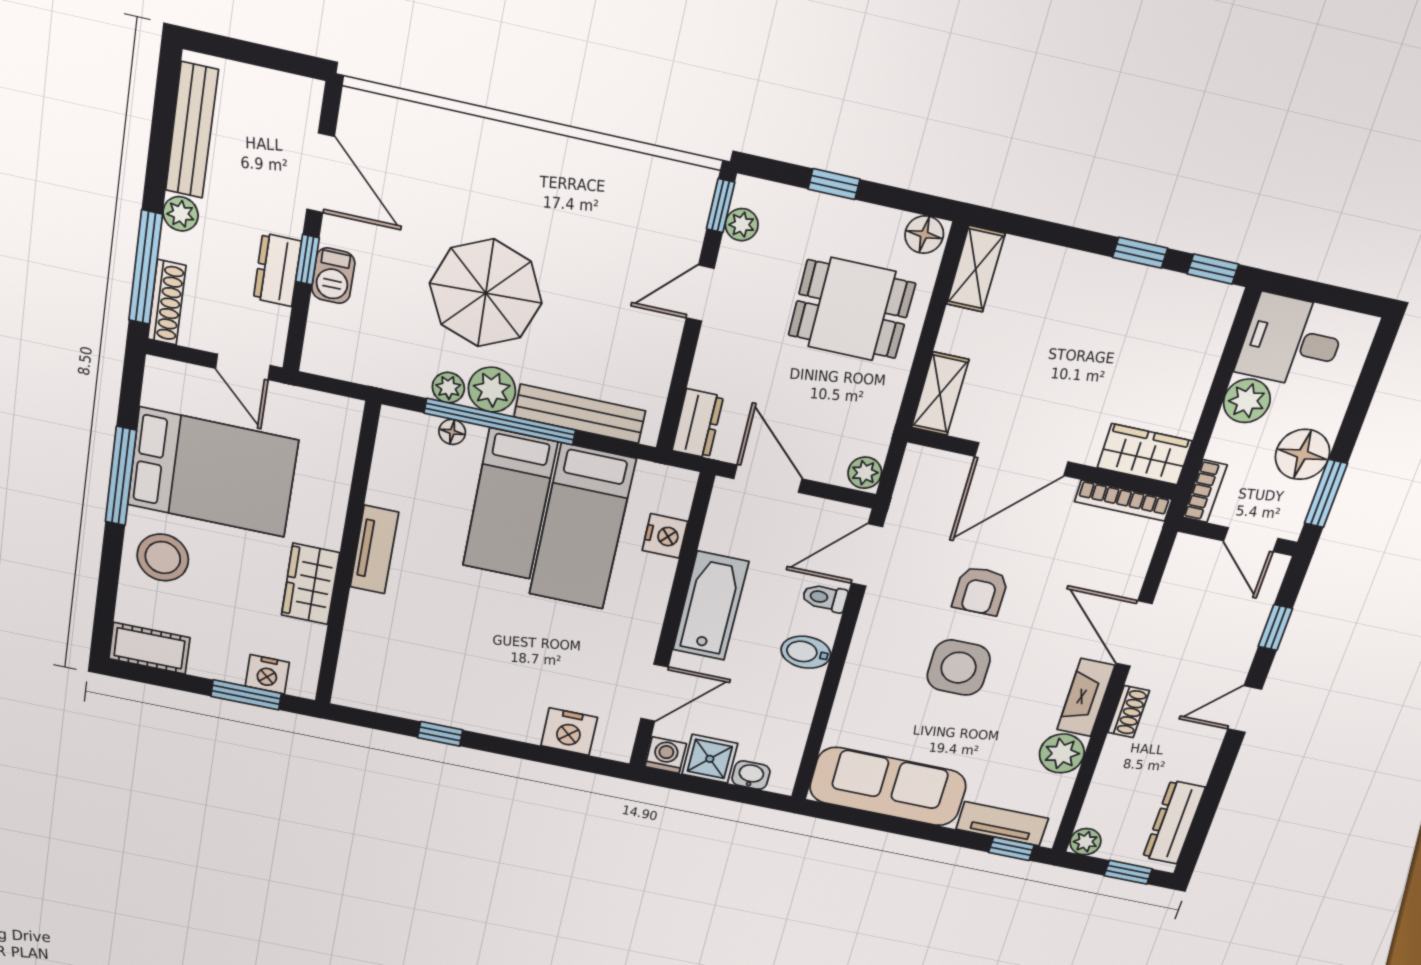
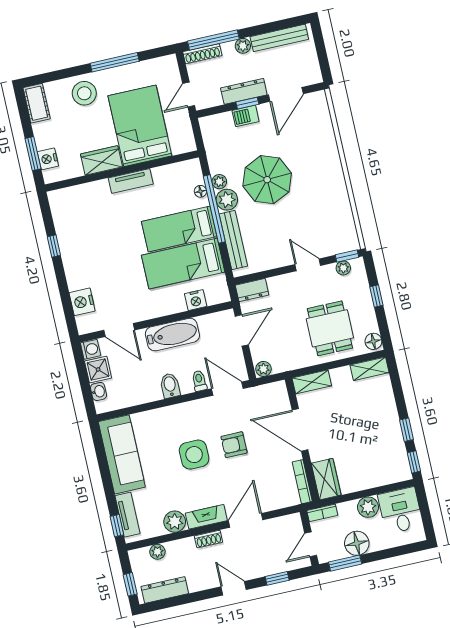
dresser: (277, 270) -> (244, 91), width x1.44
bed: (213, 472) -> (140, 126), moved, turned 180
plant: (1085, 842) -> (157, 552), moved

